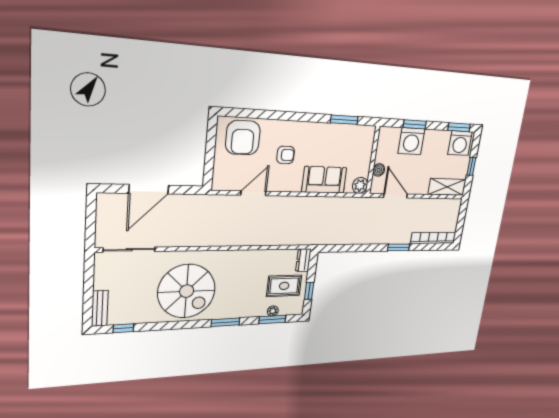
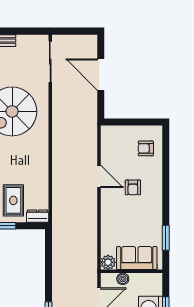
armchair: (243, 138) -> (146, 148), width x0.53, depth x0.53
sofa: (324, 180) -> (137, 258), moved, turned -90
door: (253, 193) -> (99, 176), moved

